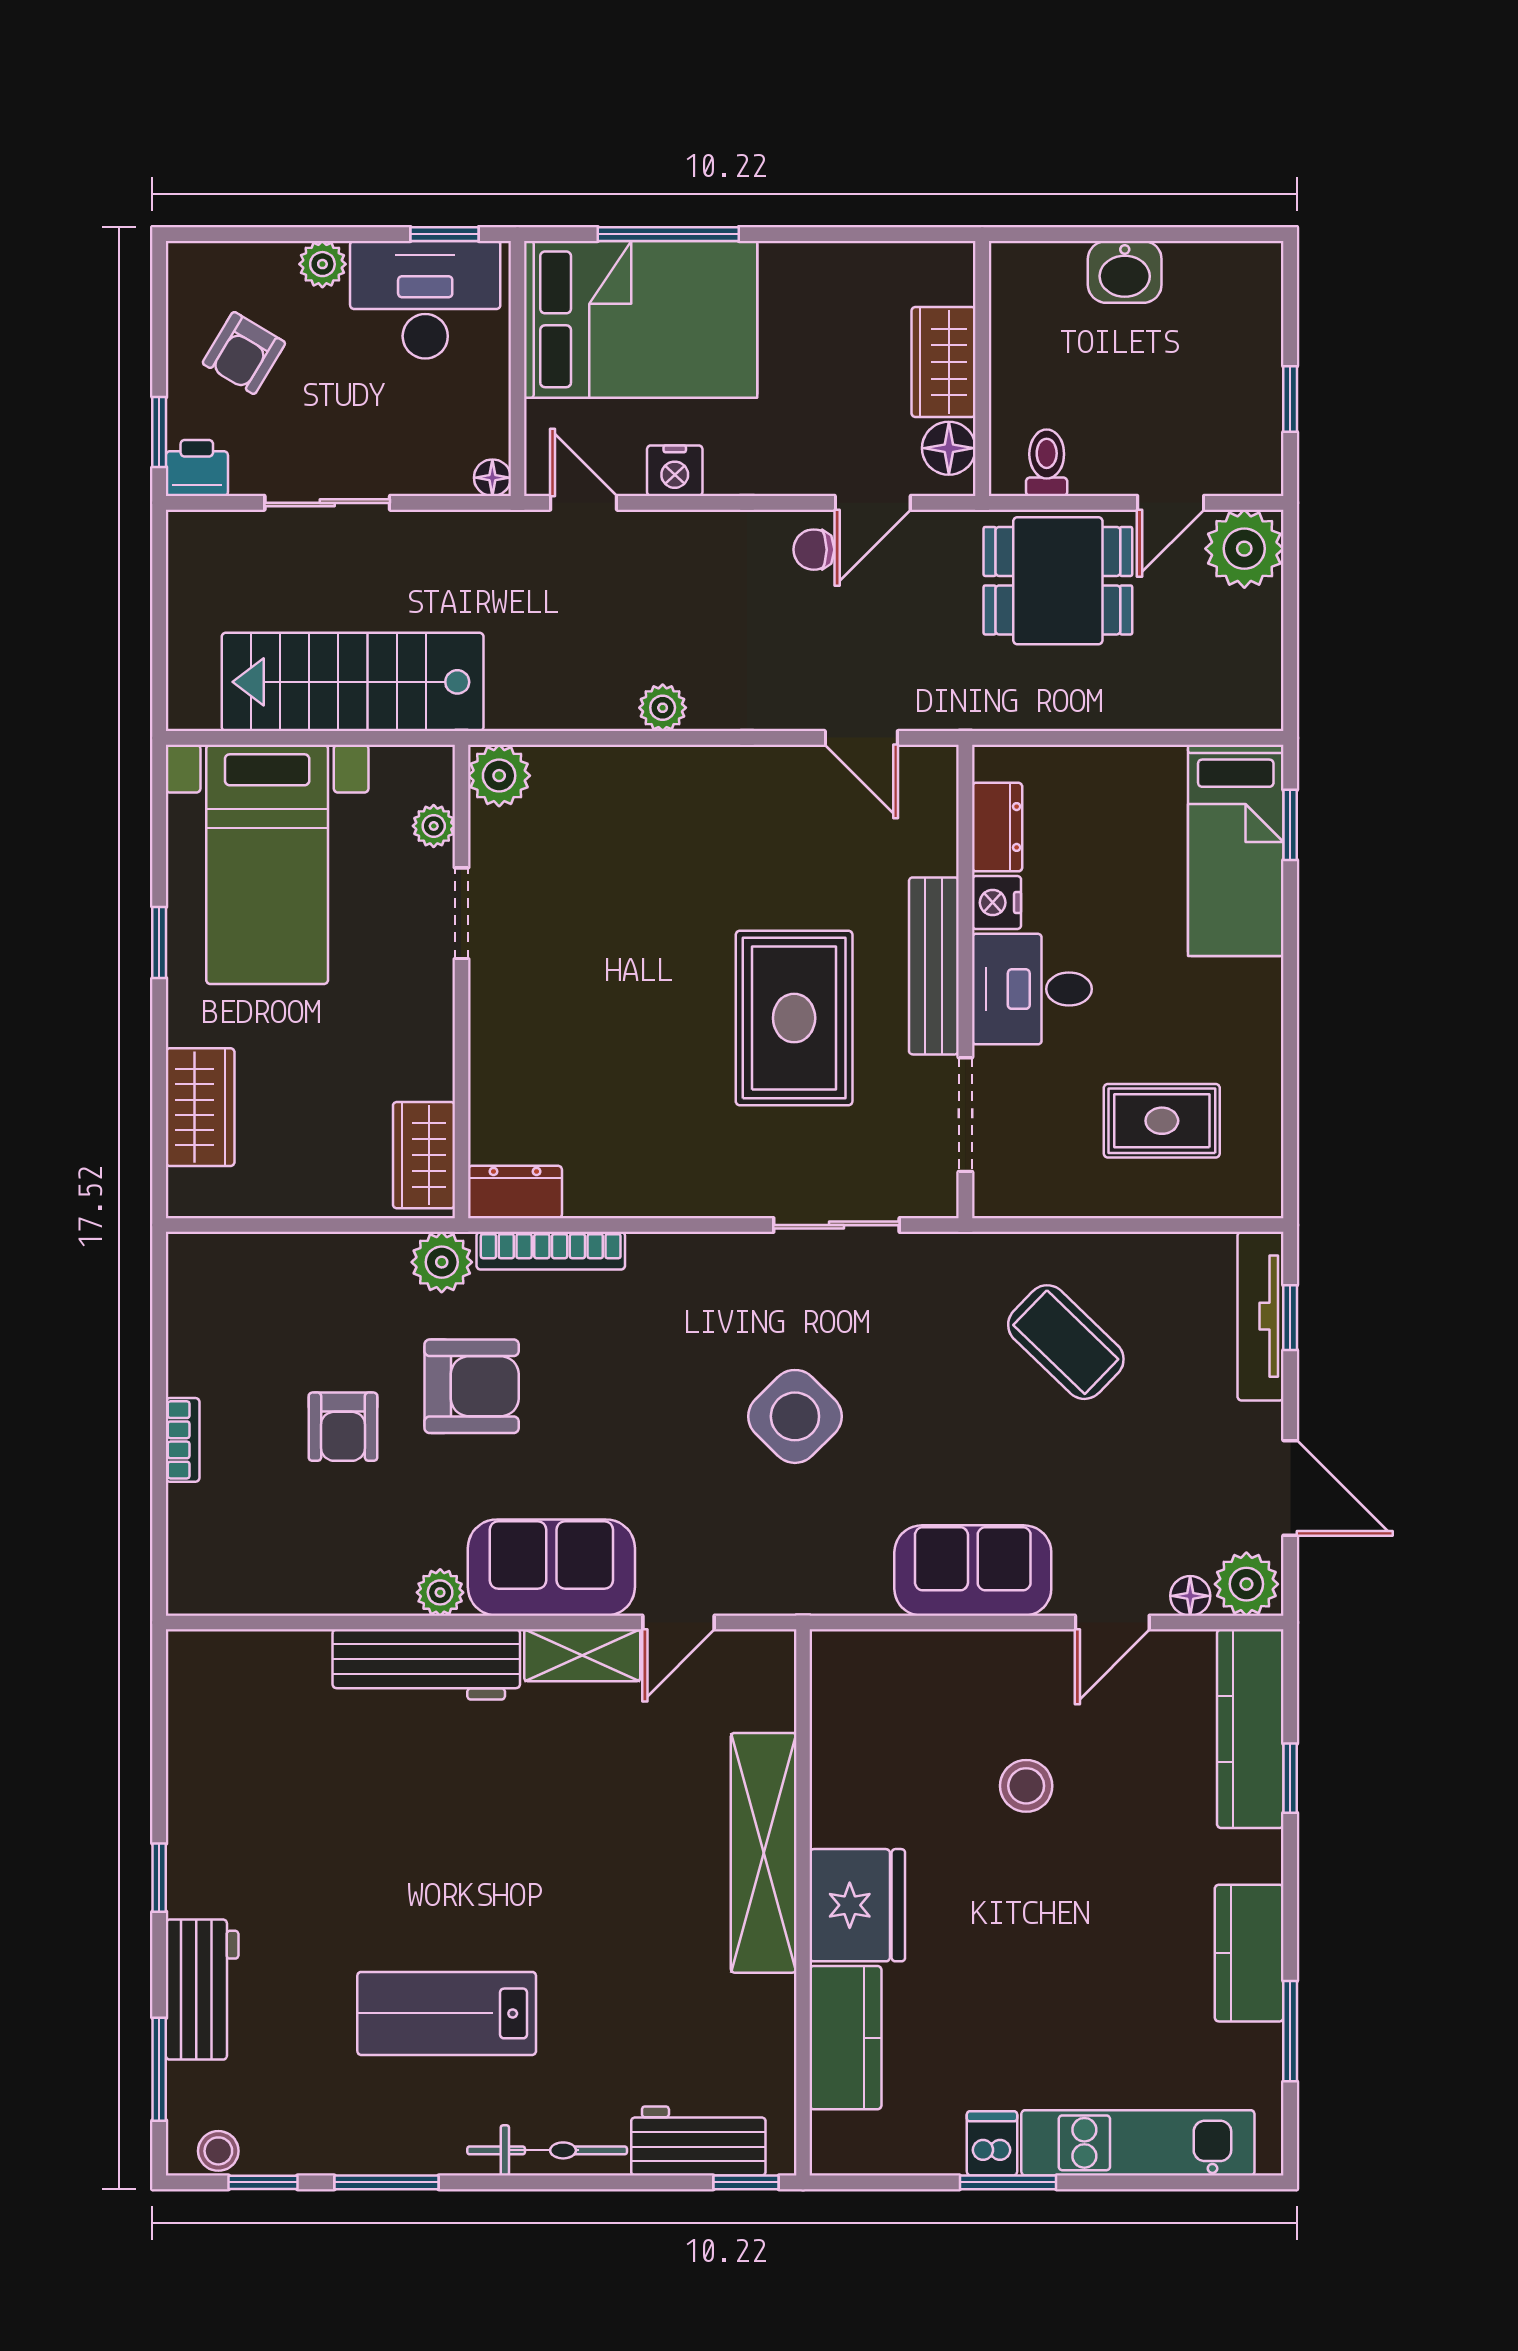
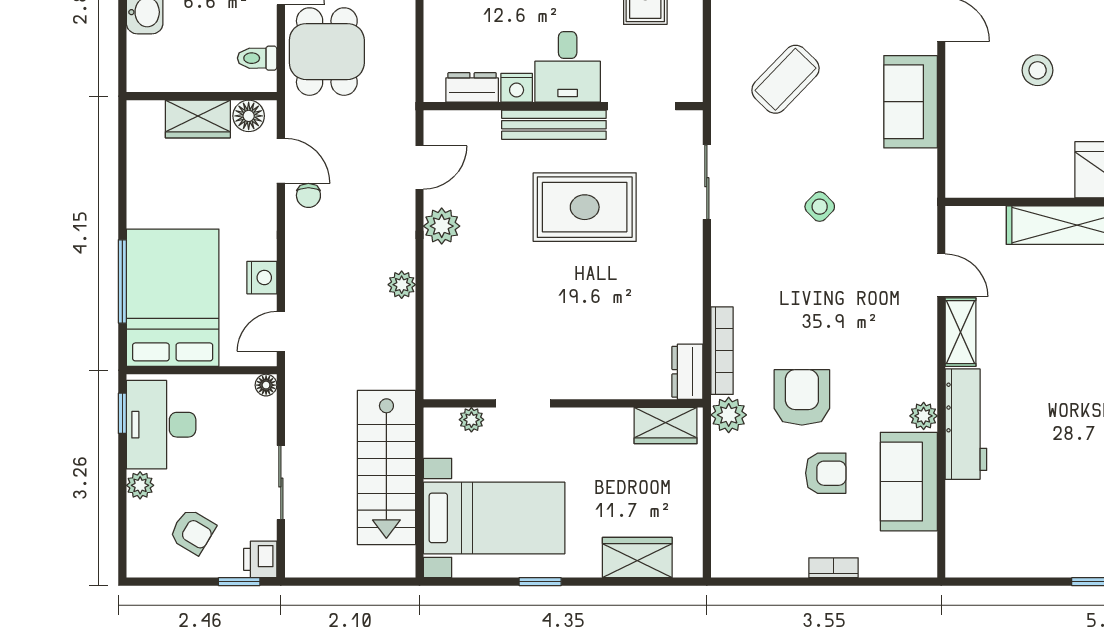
plant: (499, 776) -> (442, 226), moved
coffee table: (1066, 1342) -> (785, 79), moved
side table: (795, 1416) -> (820, 207), width x0.54, depth x0.54
sofa: (551, 1568) -> (909, 482), moved

